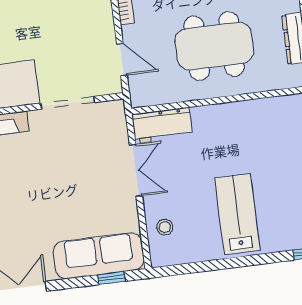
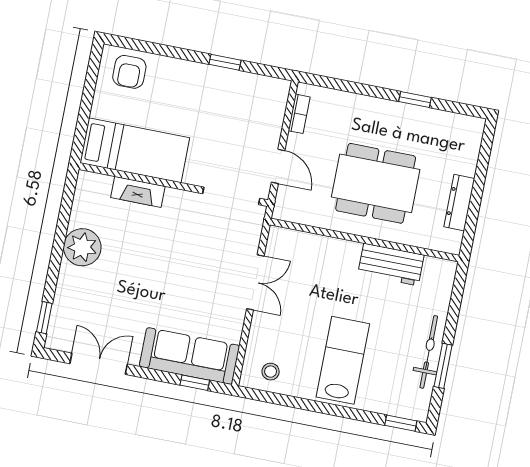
doorway: (68, 103) -> (231, 196), moved
workbench: (162, 125) -> (391, 264), moved
stool: (165, 227) -> (271, 372), moved

